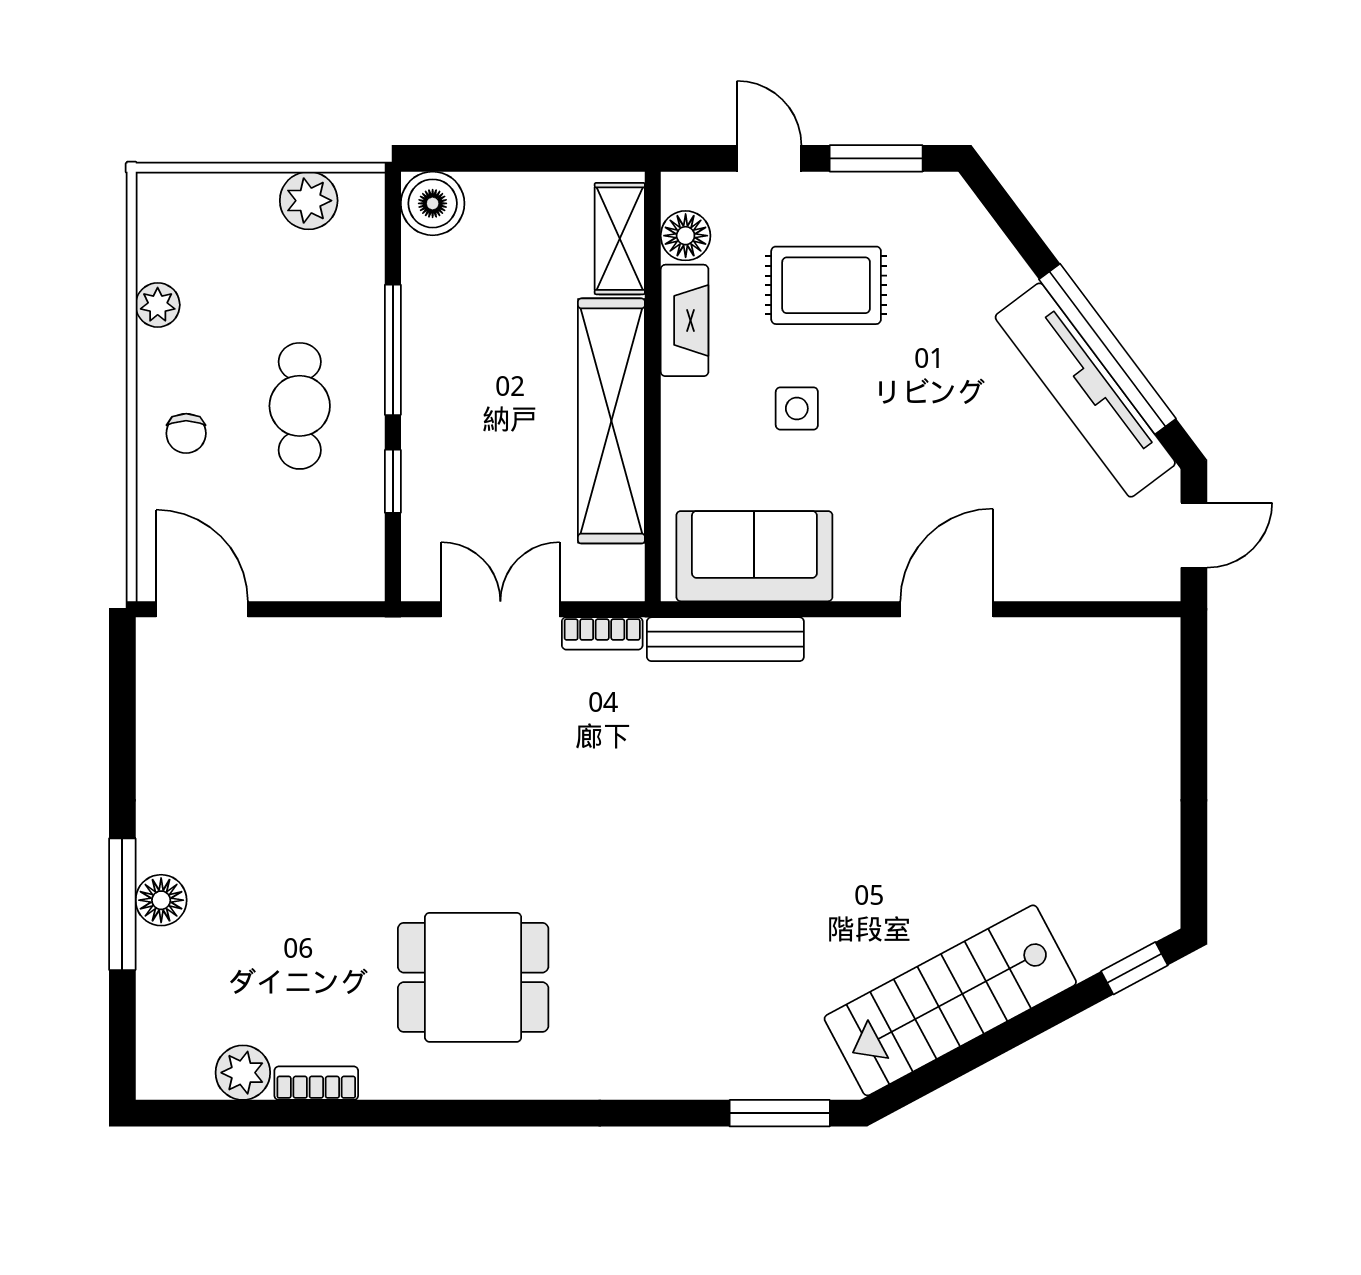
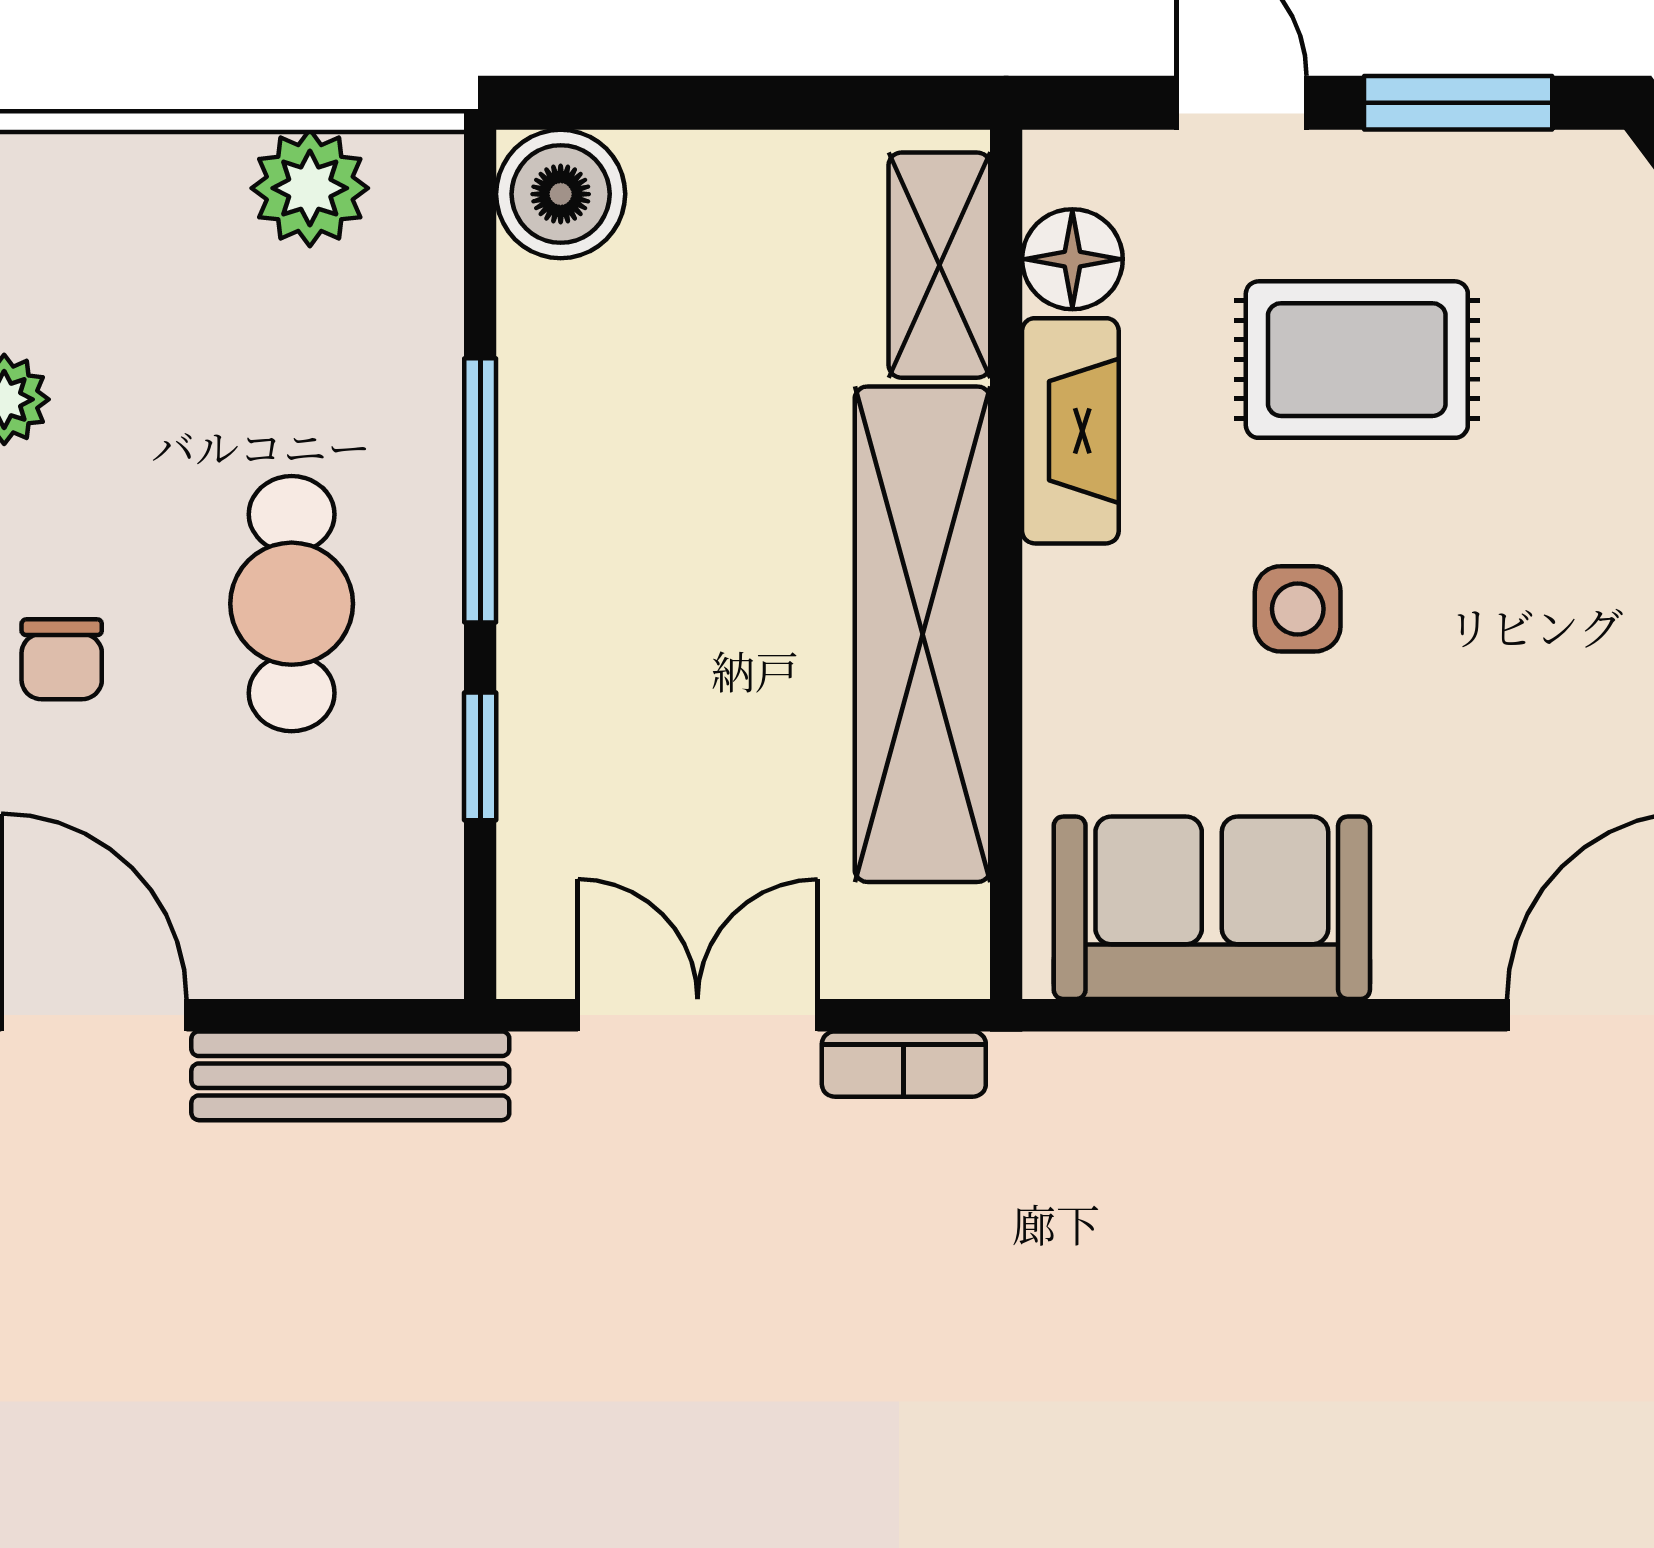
bench: (725, 639) -> (350, 1076), moved

